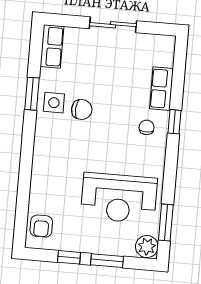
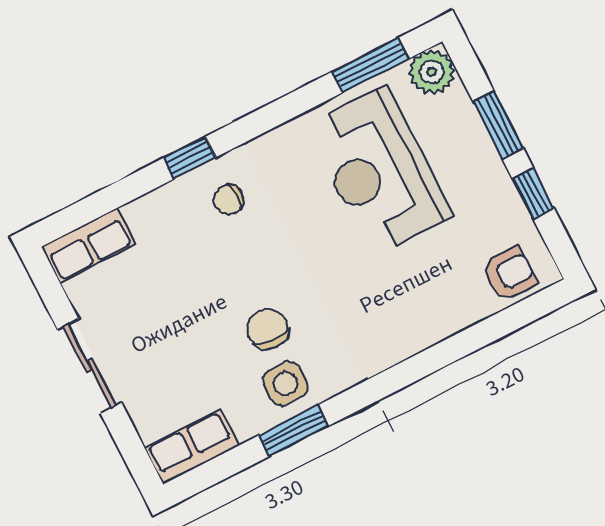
row of seats: (161, 89) -> (88, 245), moved
reception desk: (119, 198) -> (379, 171), turned 180

